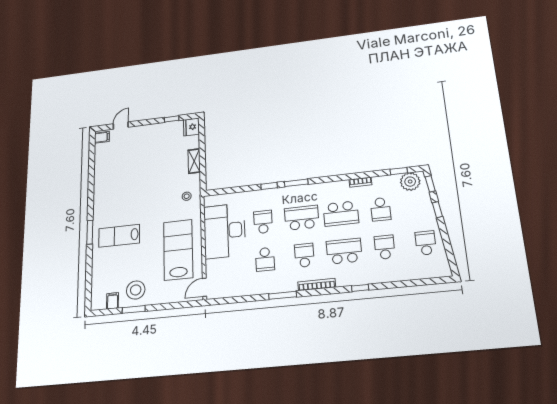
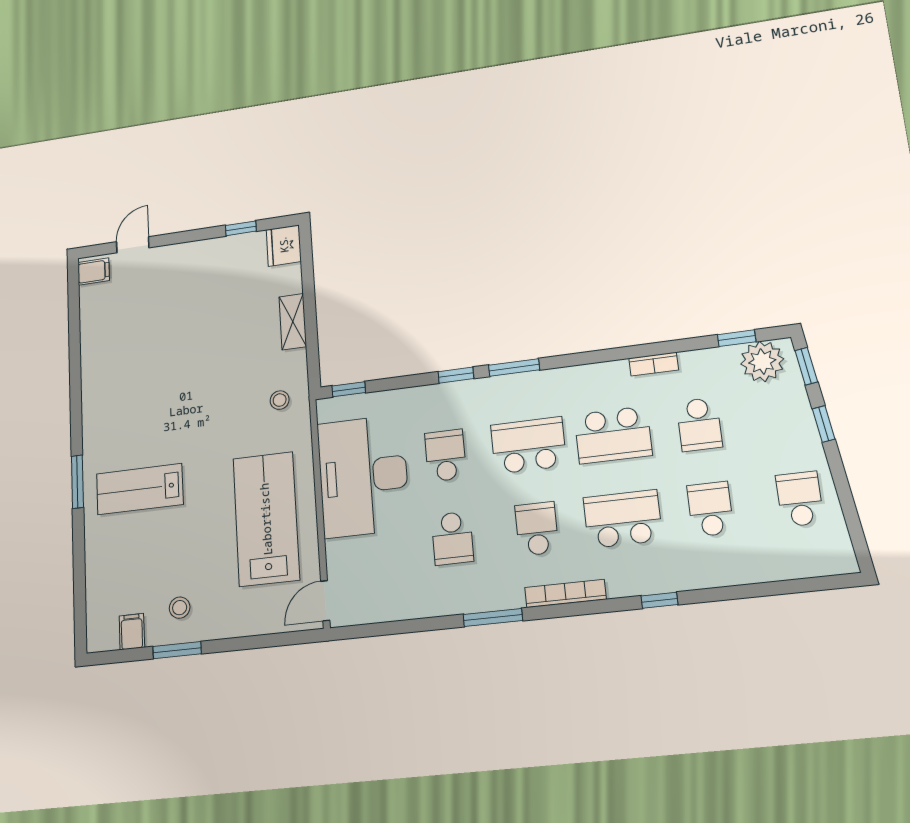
window: (219, 192) -> (349, 389), added
stool: (136, 290) -> (180, 608), width x0.53, depth x0.53

